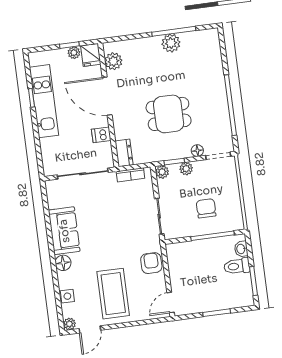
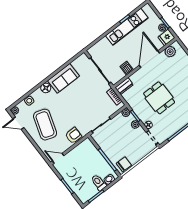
chair: (206, 208) -> (124, 164), moved
coffee table: (113, 294) -> (45, 125), turned -72

